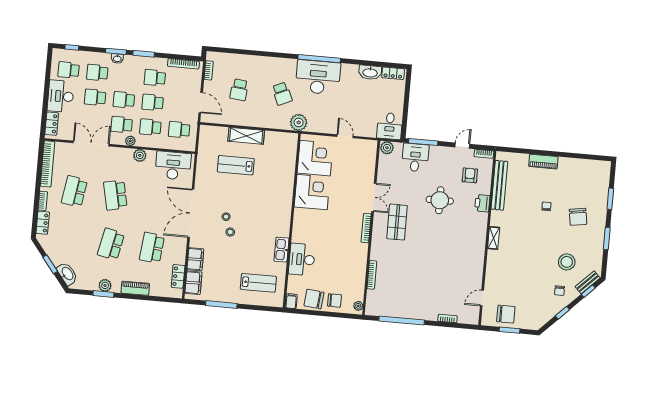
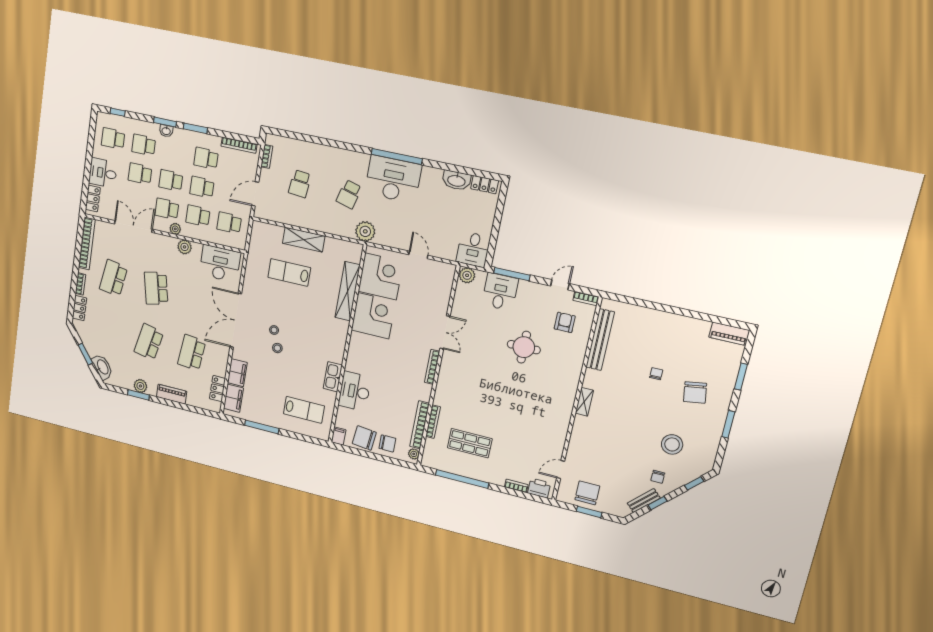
school desk: (282, 94) -> (349, 194), turned 39
desk: (61, 96) -> (103, 173), width x0.73
door: (201, 103) -> (255, 194), swing flipped
piano: (543, 162) -> (729, 334), moved
shelving: (288, 174) -> (348, 291), added
printer: (482, 203) -> (539, 488), moved, turned 90
shop shelf: (397, 222) -> (470, 443), moved, turned 90
bookcase: (361, 280) -> (420, 425), added
bench: (588, 282) -> (644, 501), moved
chair: (506, 314) -> (587, 493), turned -90

